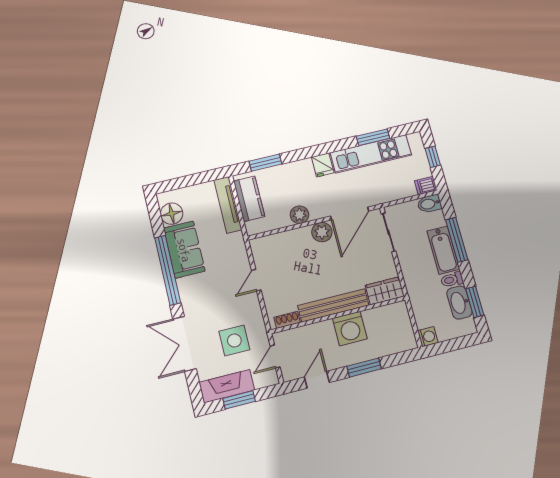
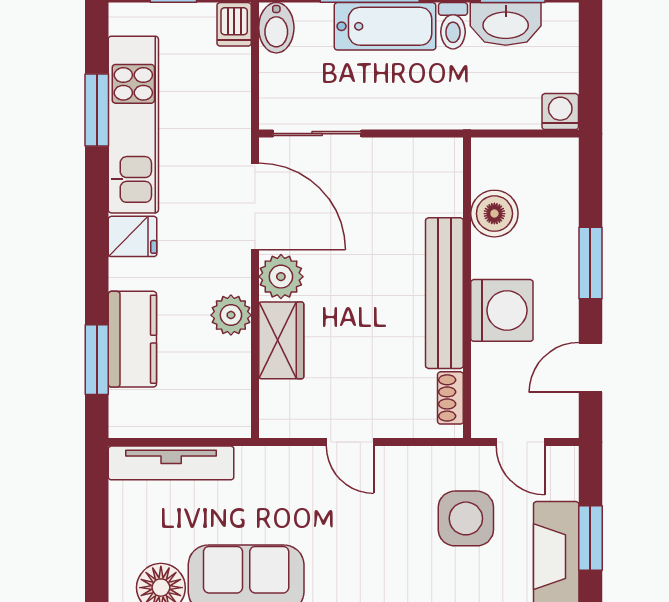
kitchen counter: (249, 199) -> (132, 339), moved, turned 90
wardrobe: (385, 291) -> (281, 340), moved, turned 180
boiler: (375, 319) -> (494, 214), added
washing machine: (350, 329) -> (502, 310), moved
door: (317, 380) -> (590, 367), hinge flipped

